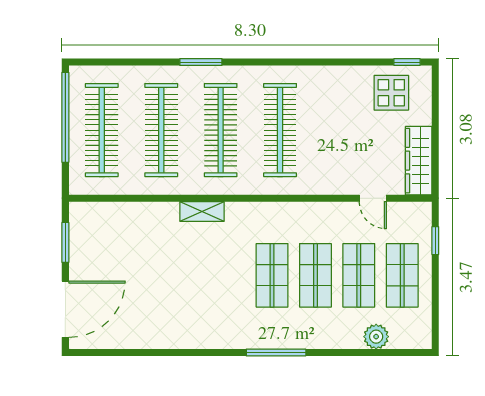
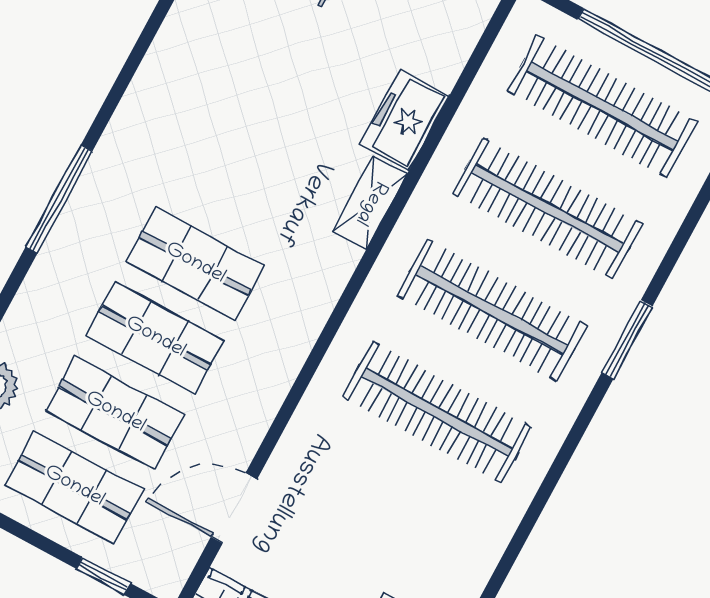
door: (373, 198) -> (234, 508), width x1.38
freezer: (156, 216) -> (405, 120), added

